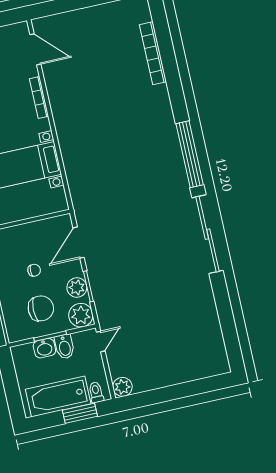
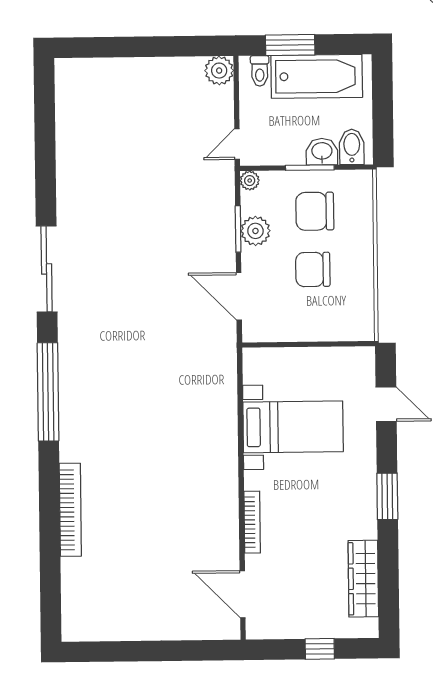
bookcase: (153, 53) -> (70, 510), moved
sliding door: (208, 234) -> (47, 269), width x0.73
door: (79, 243) -> (239, 296), swing flipped
chair: (34, 270) -> (313, 269), width x1.87, depth x1.87
plant: (81, 315) -> (250, 181), width x0.53, depth x0.53
bidet: (64, 347) -> (352, 147), moved

